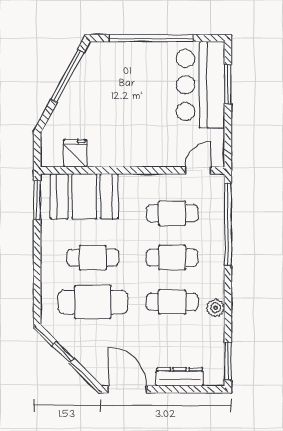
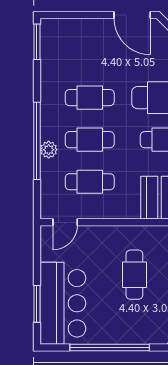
cafe table: (125, 115) -> (134, 275), added
window: (228, 224) -> (37, 141), moved
plant: (215, 308) -> (49, 150), moved
dresser: (180, 377) -> (83, 27), removed

